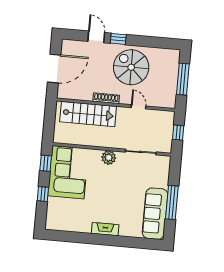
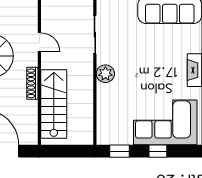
door: (139, 107) -> (39, 42), swing flipped
corner sofa: (68, 172) -> (165, 122), moved

